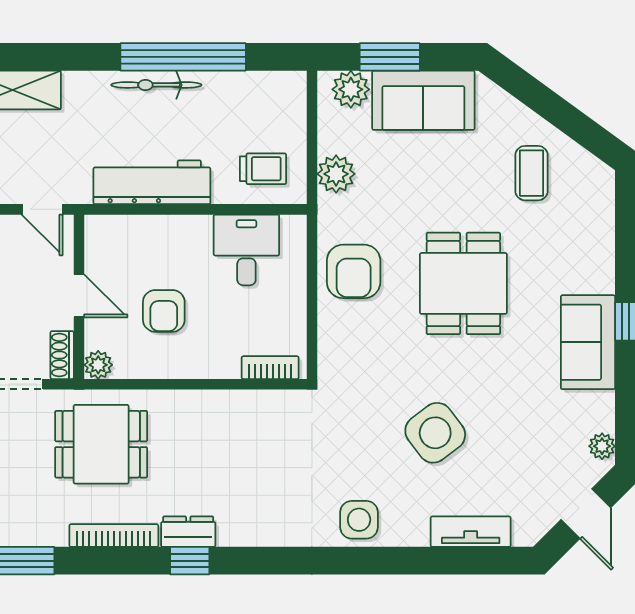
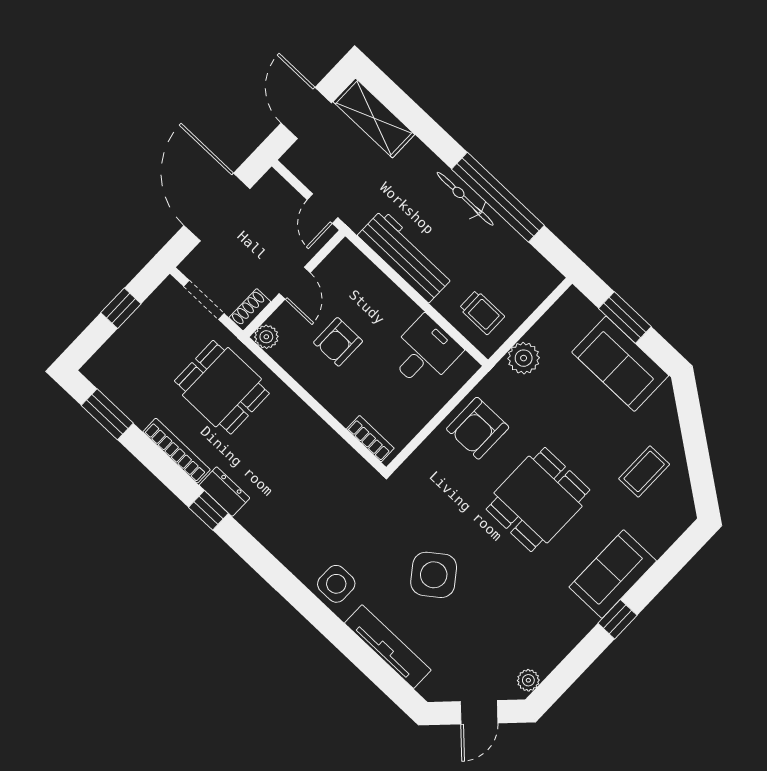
plant: (351, 89) -> (582, 315), removed
sofa: (588, 342) -> (613, 574), moved
tv unit: (471, 532) -> (388, 647), width x1.41

